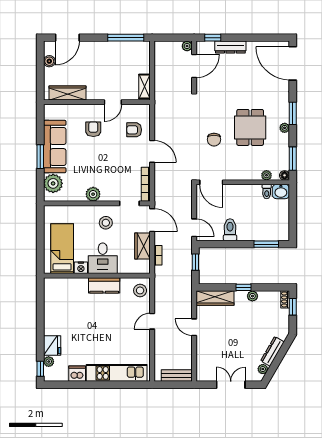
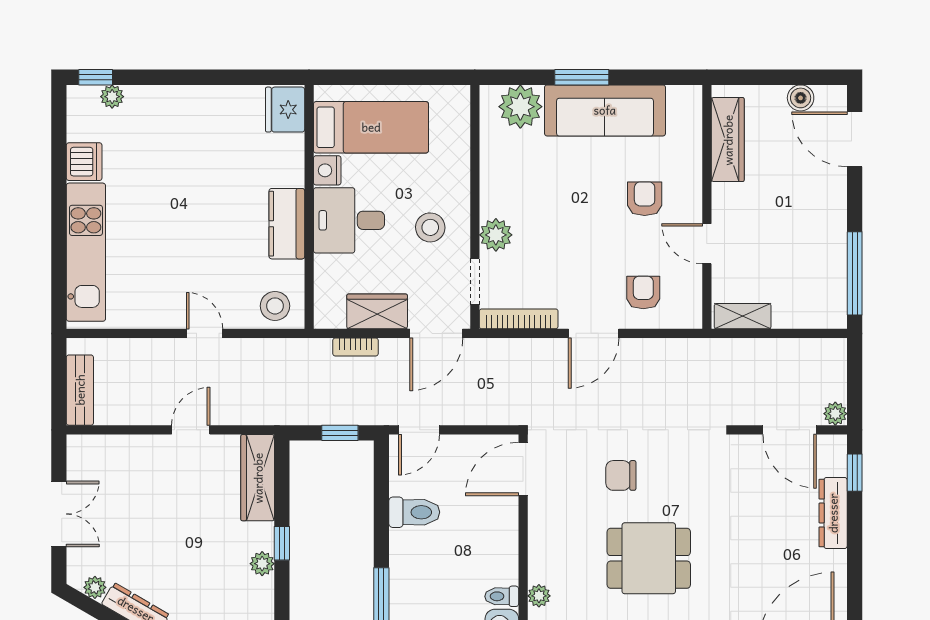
armchair: (93, 129) -> (645, 199), turned -90
plant: (93, 194) -> (496, 235), moved
fridge: (52, 346) -> (285, 110), moved, turned 90

